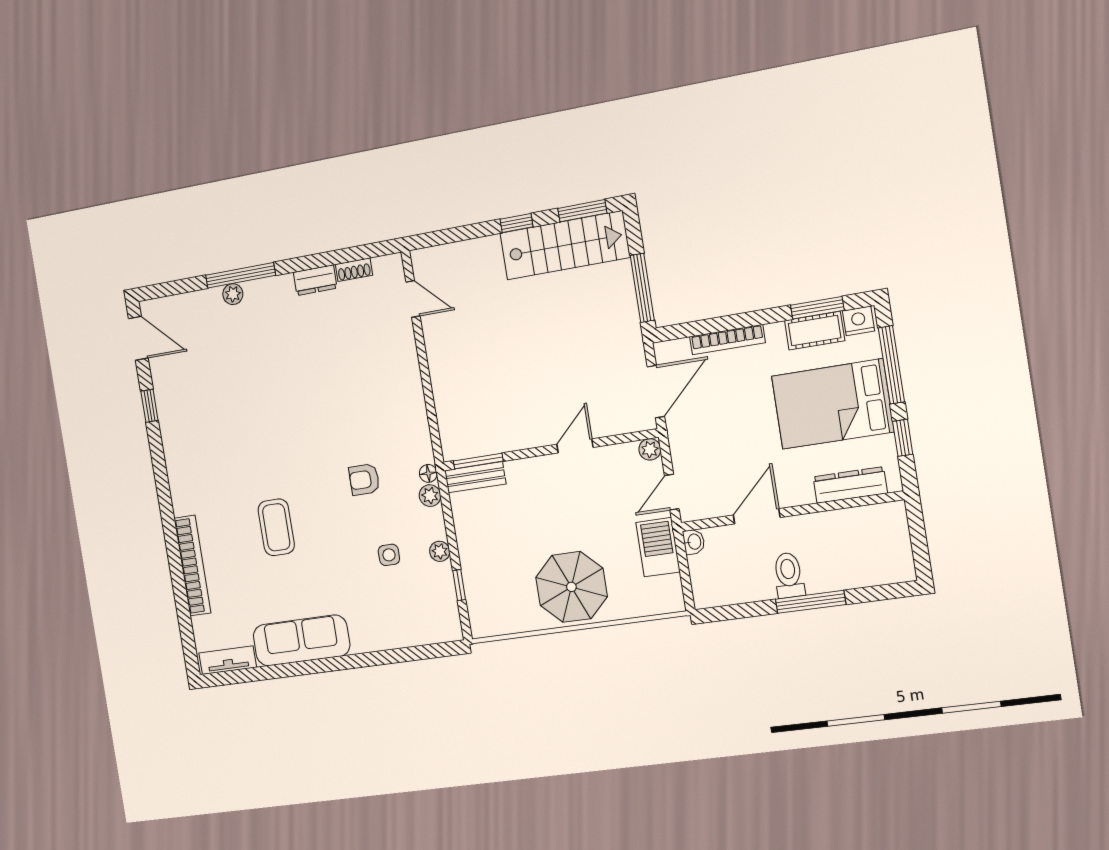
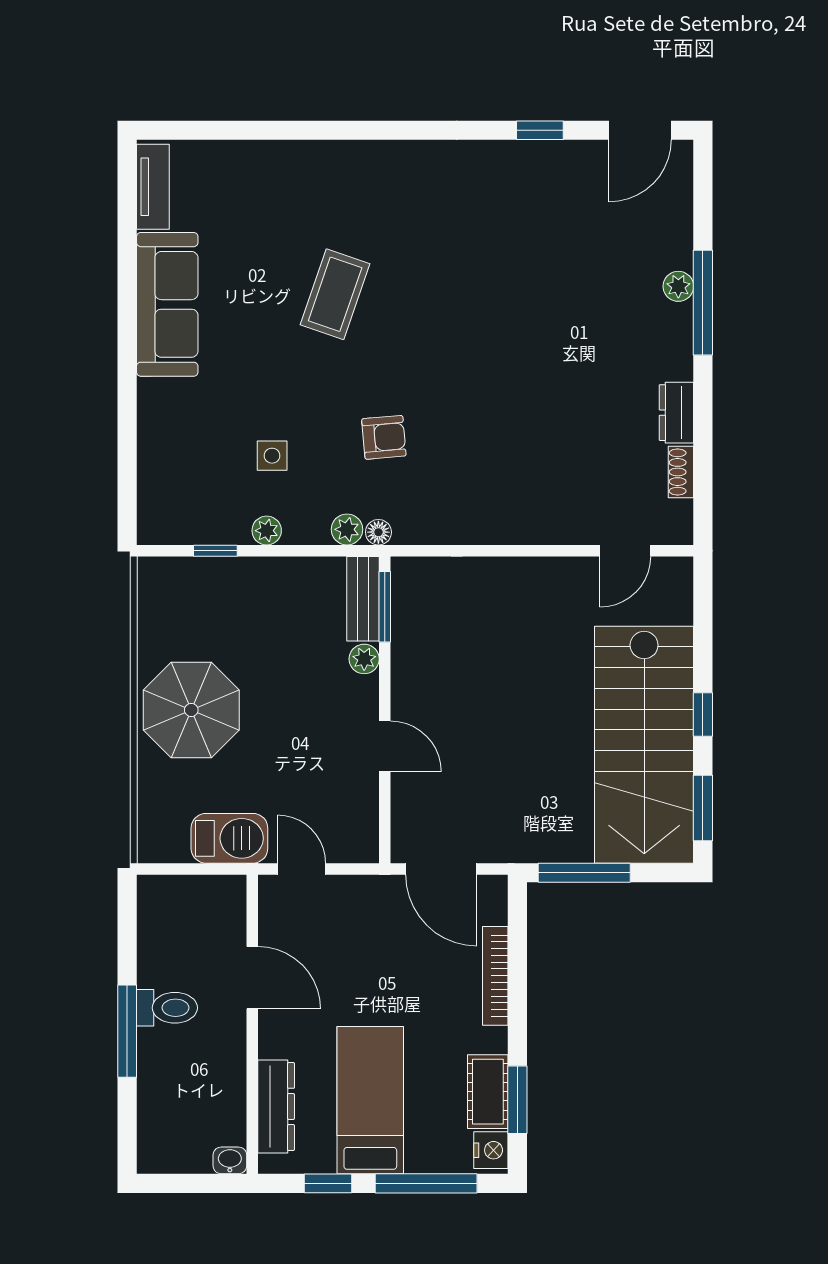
stairs: (565, 245) -> (644, 745), width x1.36, depth x1.51
bed: (833, 404) -> (370, 1100), width x0.67
plant: (650, 449) -> (364, 659), moved
armchair: (364, 480) -> (384, 437), turned 85
coffee table: (276, 527) -> (335, 294), turned -71
washbasin: (694, 542) -> (230, 1160), moved, turned 180
bookcase: (192, 566) -> (298, 156), removed

